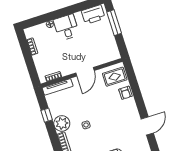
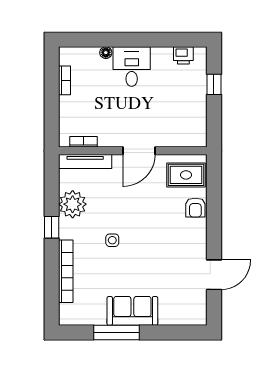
printer: (93, 15) -> (183, 55), width x0.53, depth x0.68
window: (114, 23) -> (214, 84), width x0.46
window: (47, 115) -> (52, 227), moved
plant: (62, 123) -> (73, 204), moved

